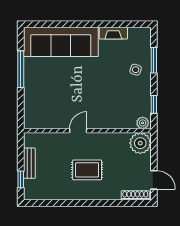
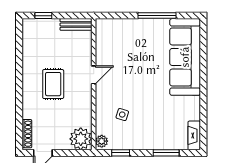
fireplace: (113, 33) -> (194, 135), moved
side table: (136, 70) -> (122, 115), moved
door: (78, 131) -> (94, 75), hinge flipped
bench: (29, 163) -> (76, 24), moved

